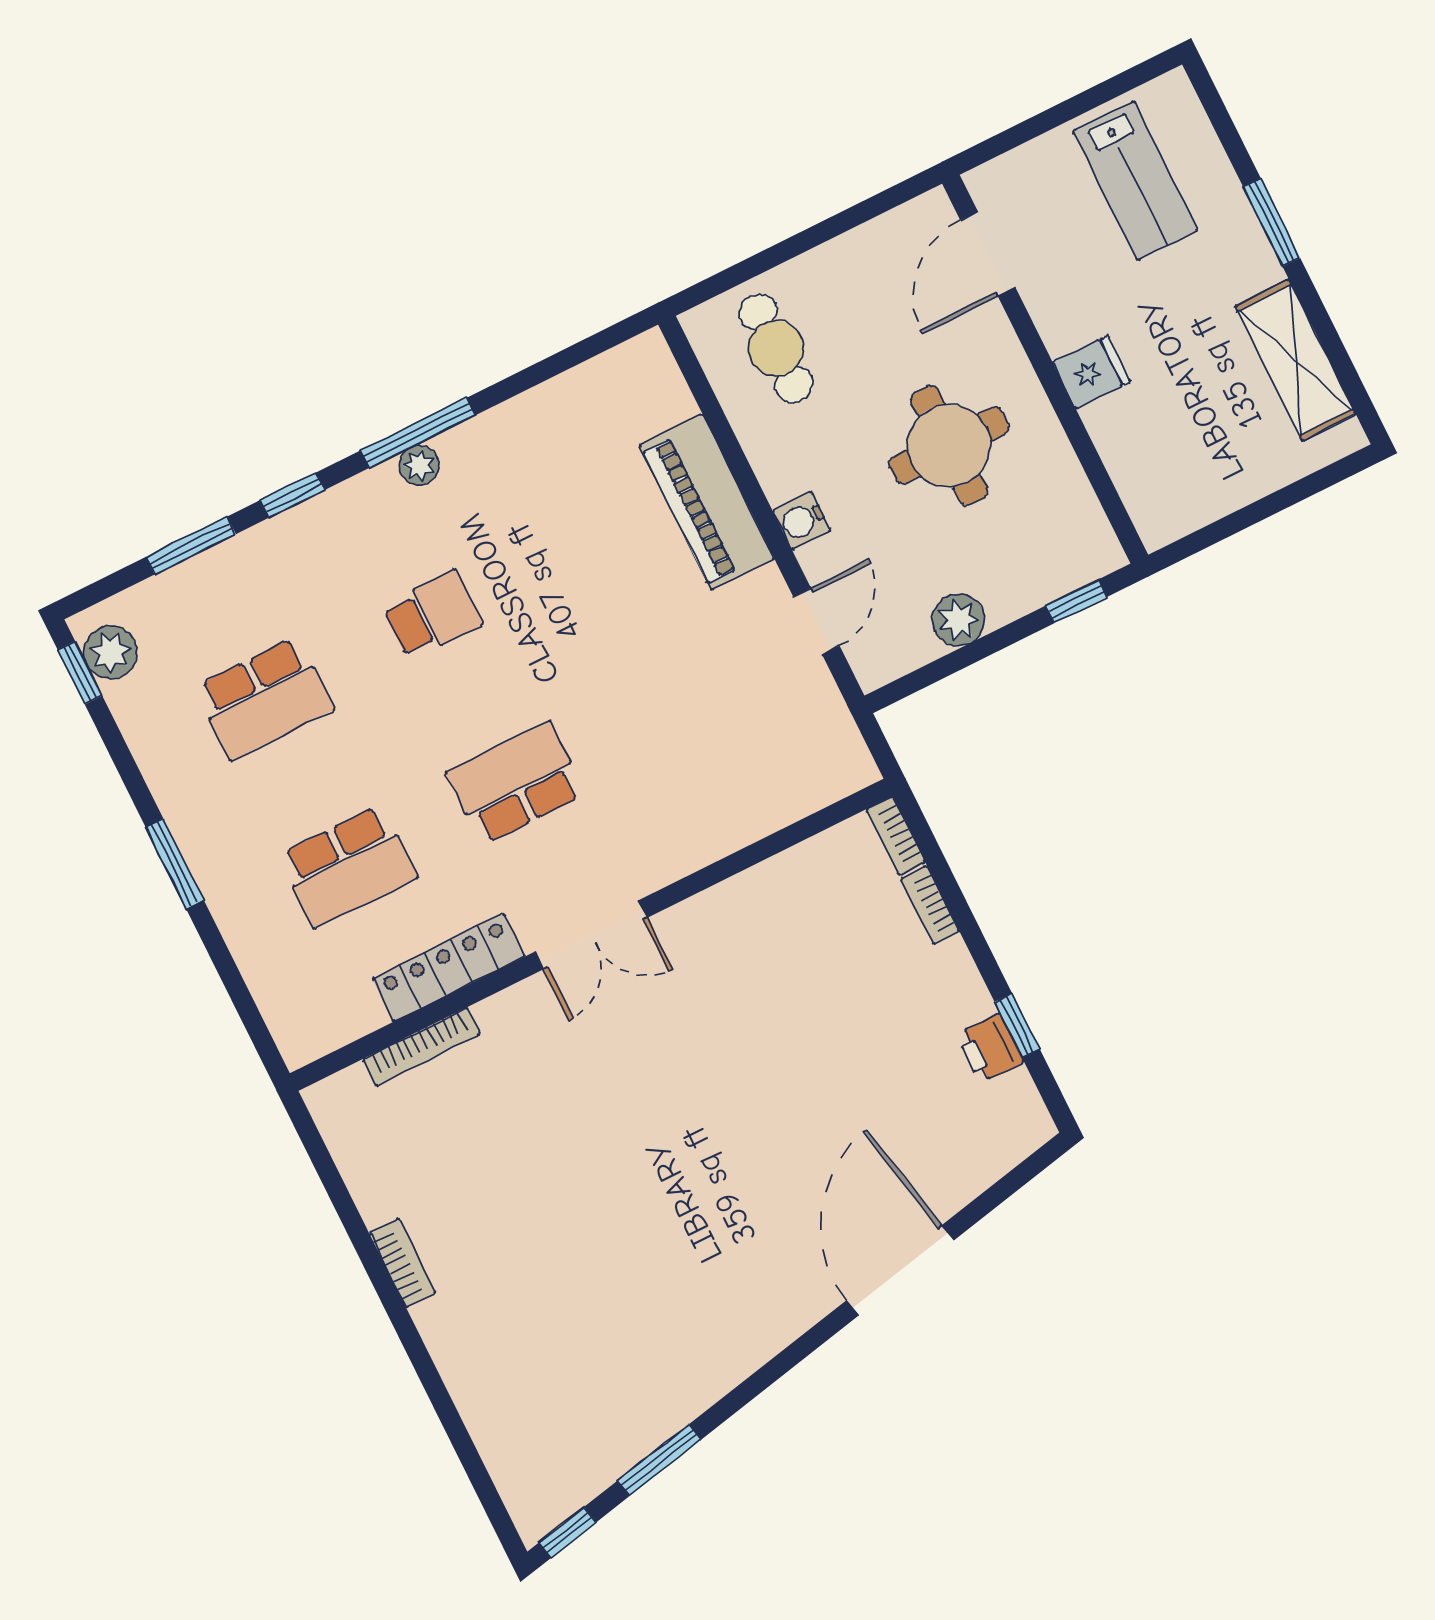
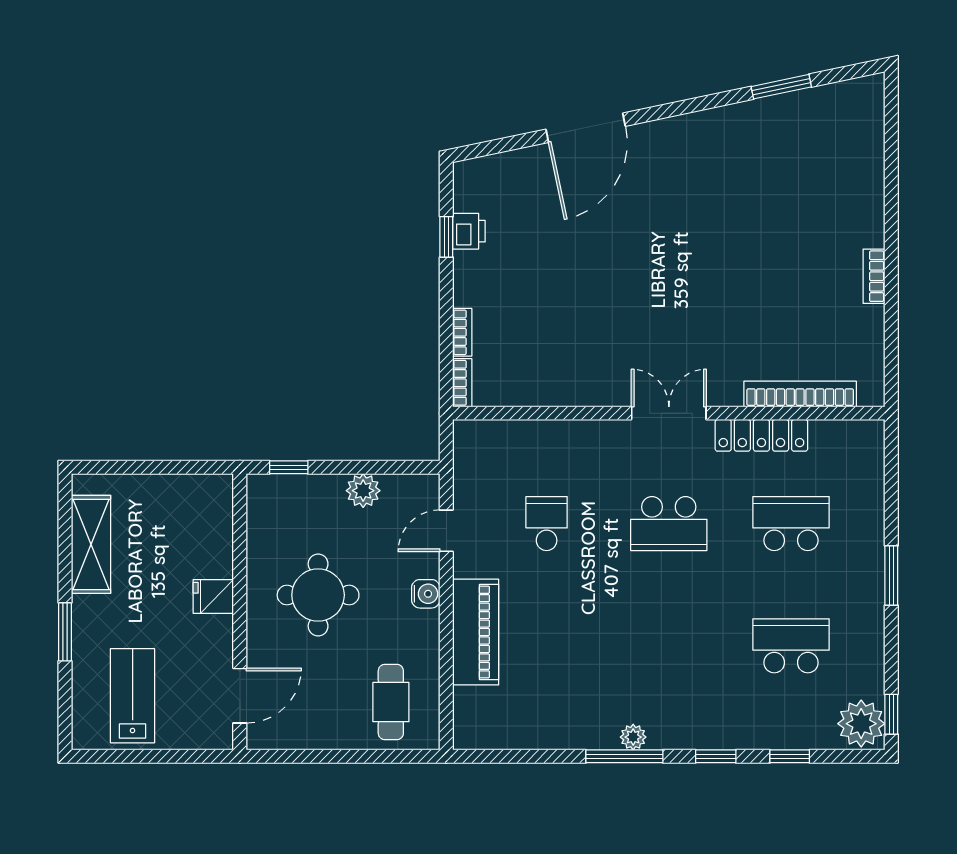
window: (191, 546) -> (790, 756), width x0.67
school desk: (432, 615) -> (547, 524), moved, turned 90
plant: (110, 652) -> (861, 724), width x1.36, depth x1.36
bookcase: (422, 1046) -> (800, 394), width x1.48, depth x1.31
window: (567, 1532) -> (856, 71), removed

